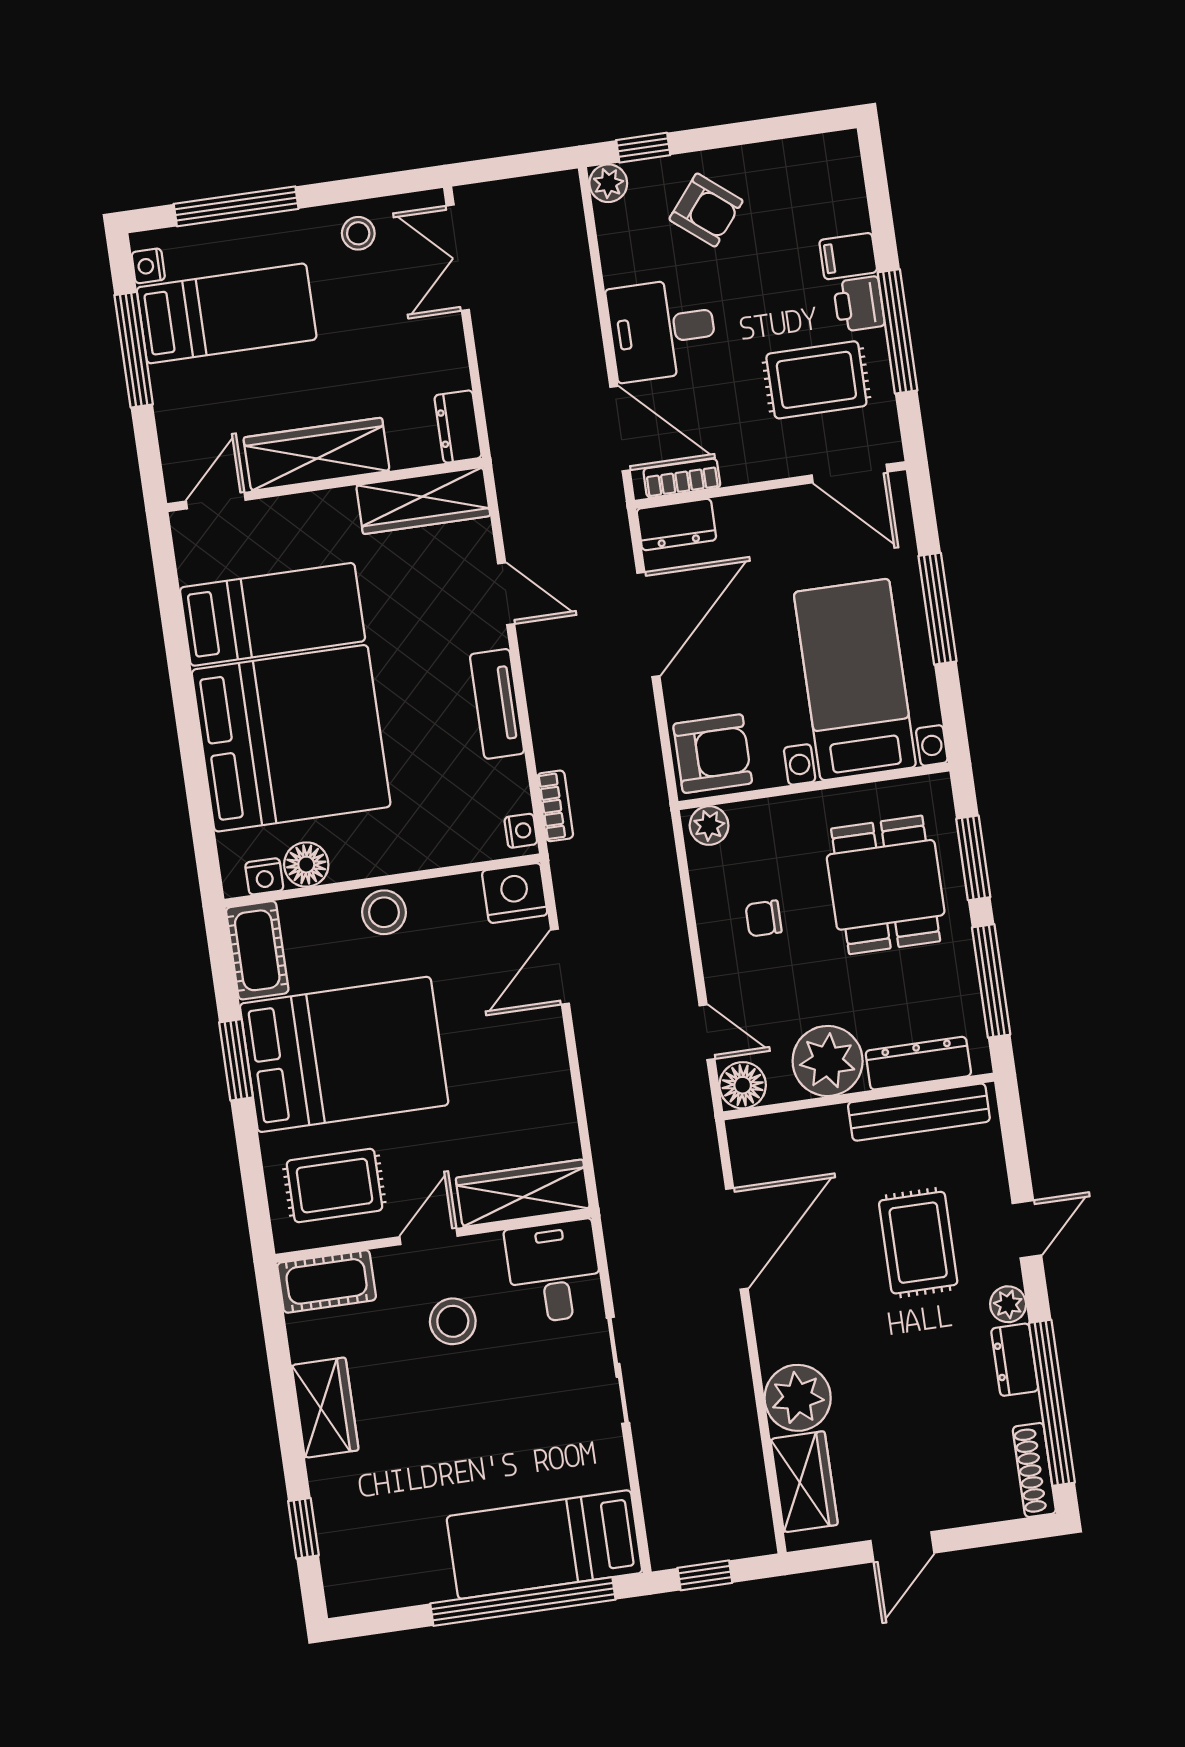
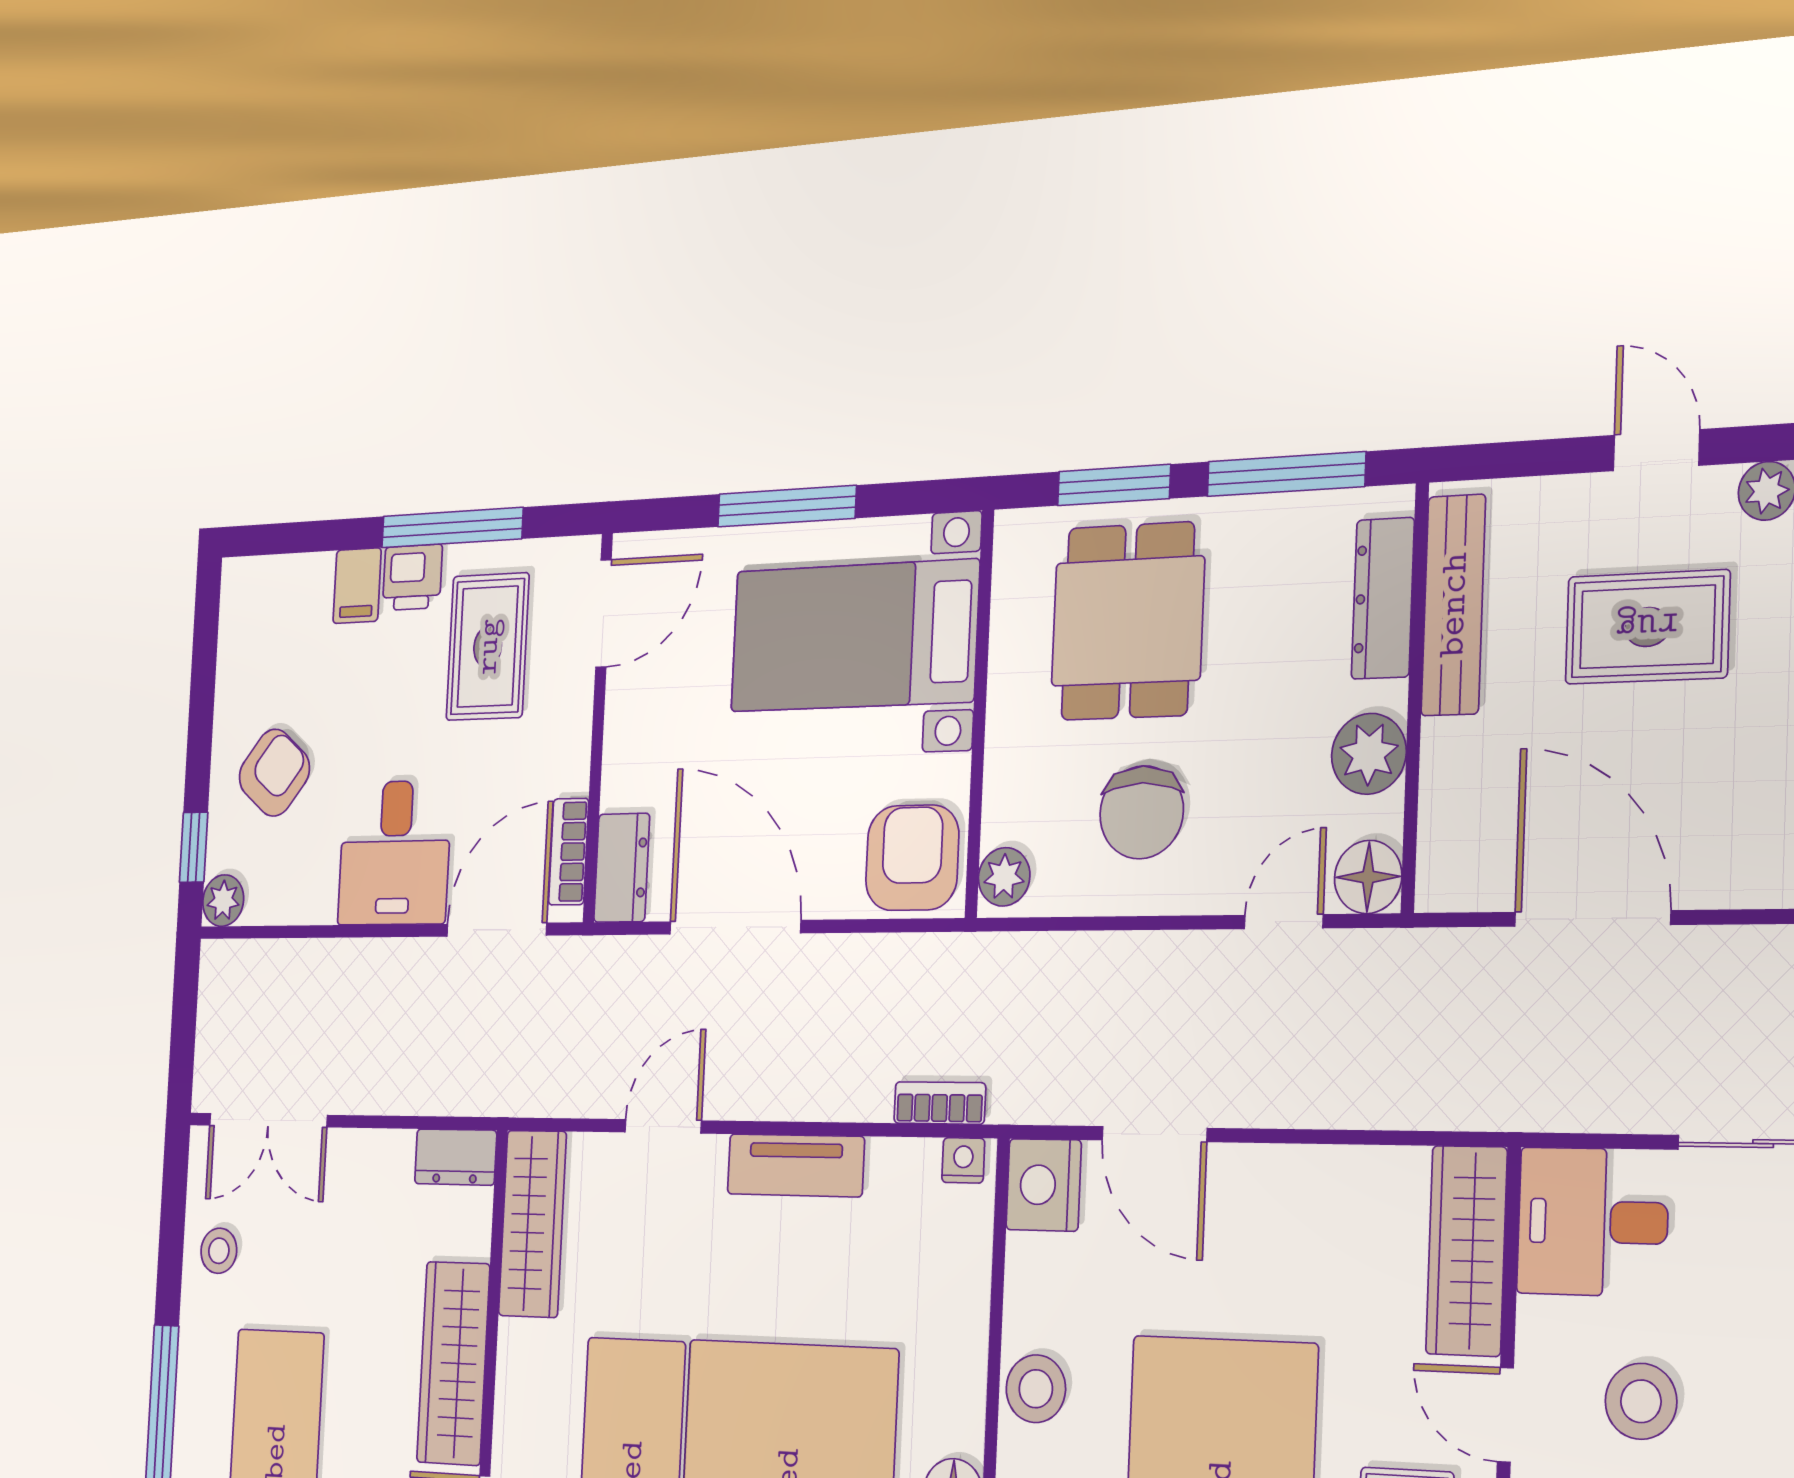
dining table: (886, 885) -> (1128, 621), turned 90
chair: (763, 918) -> (1142, 812), width x1.87, depth x1.87
plant: (828, 1061) -> (1369, 754), width x0.73, depth x0.73

